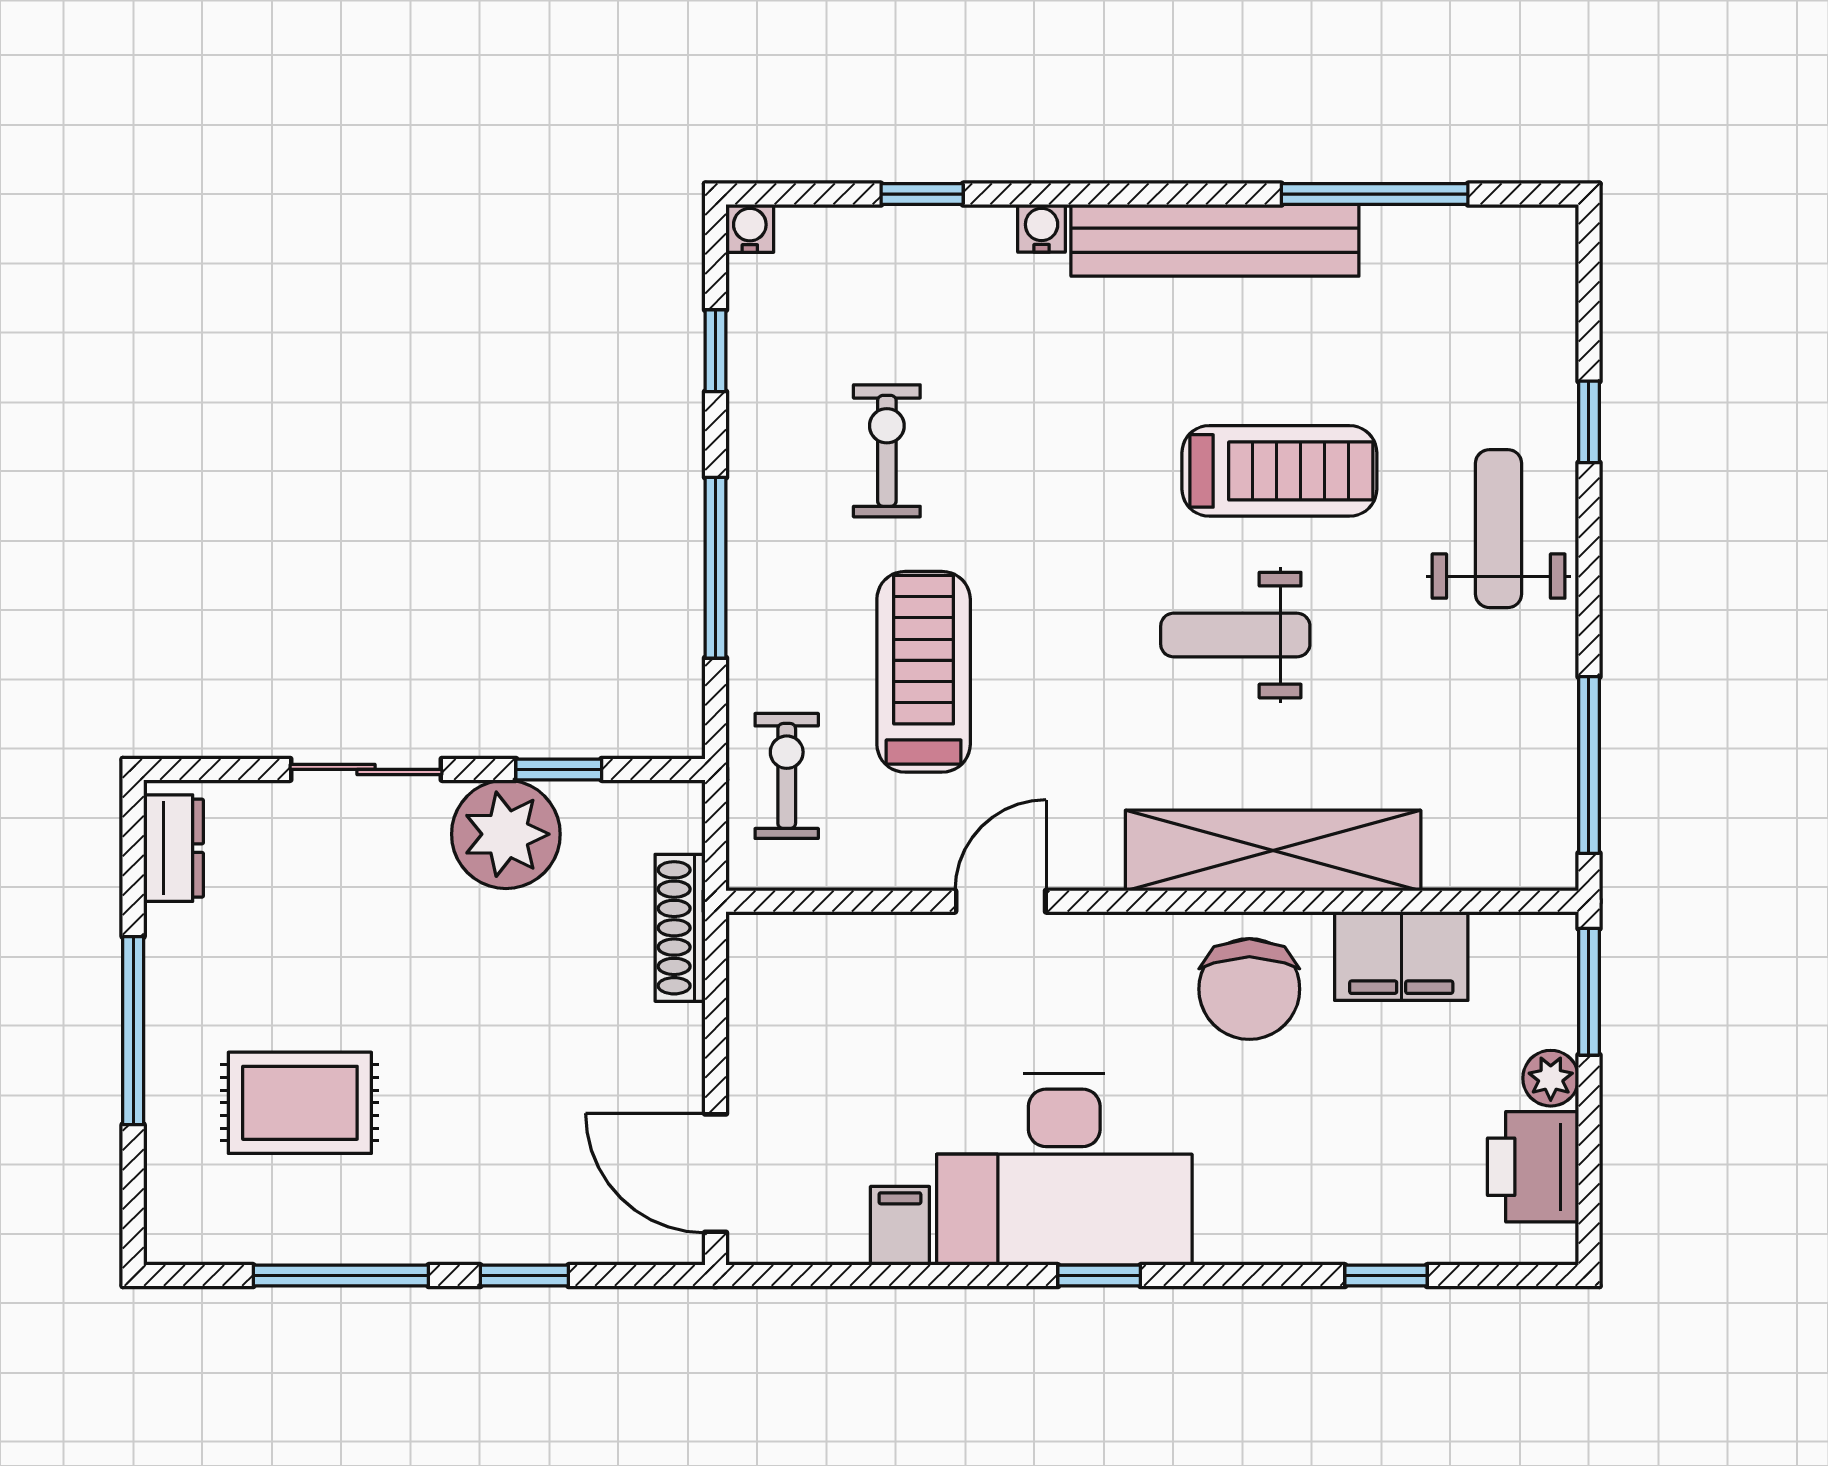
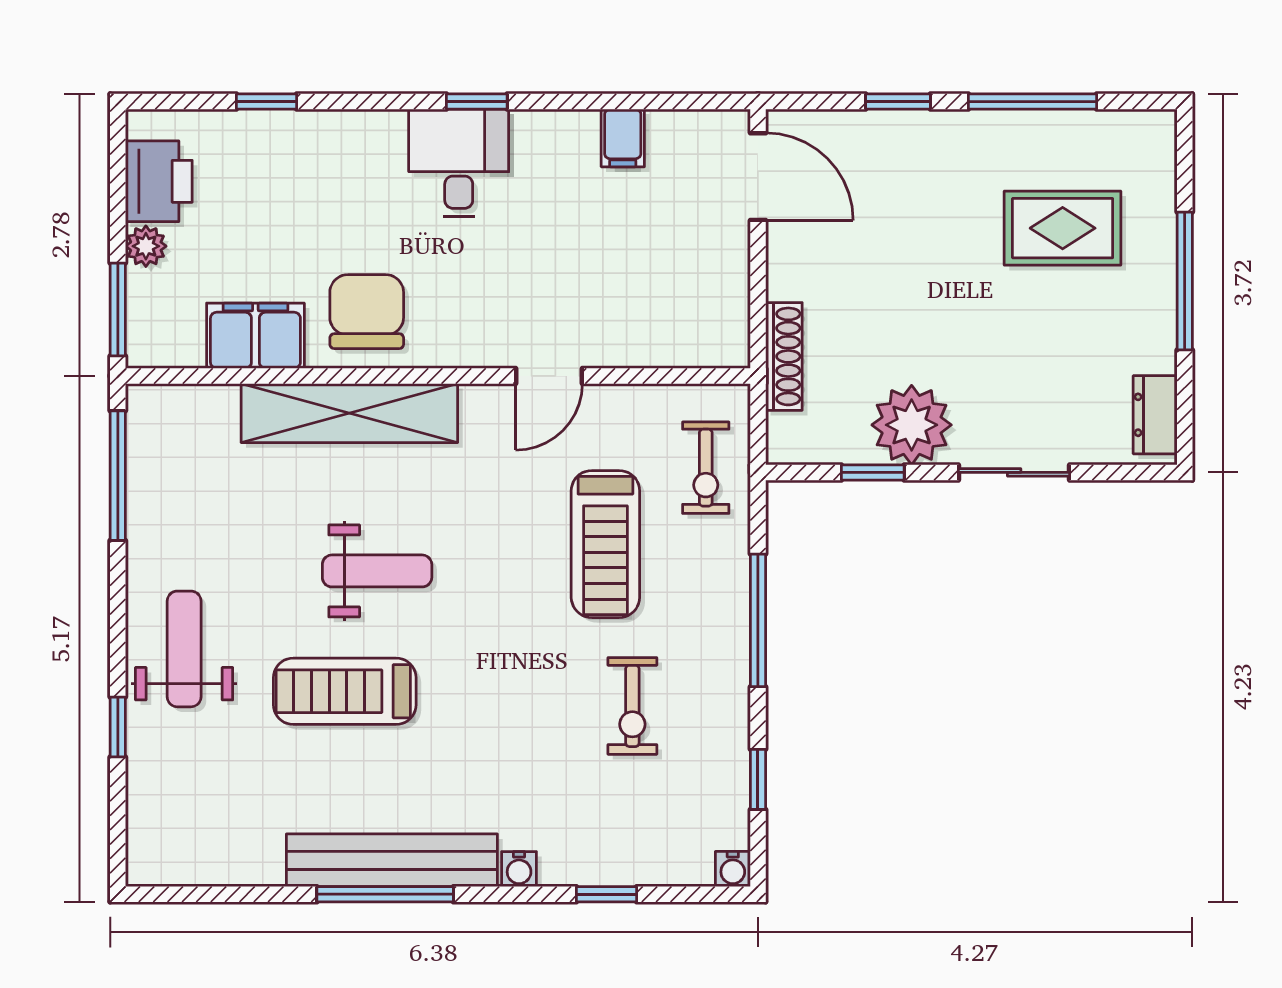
window: (1375, 194) -> (385, 894), moved
weight bench: (1499, 529) -> (184, 649), turned 180
desk: (1064, 1170) -> (459, 163), width x0.53, depth x0.77

